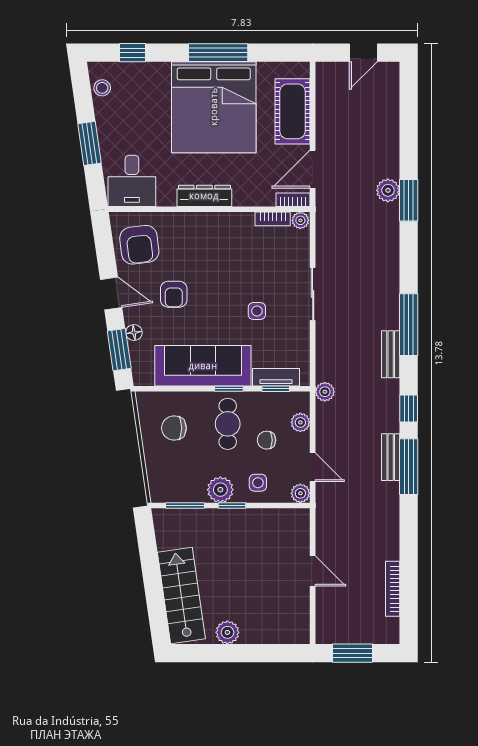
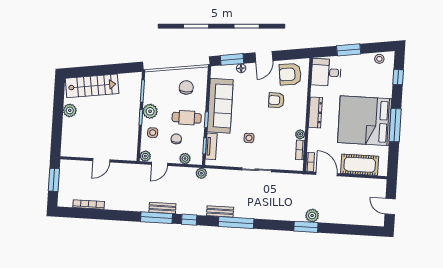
plant: (300, 220) -> (300, 134), moved
armchair: (174, 294) -> (276, 100), moved

